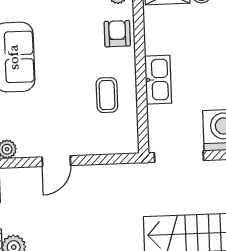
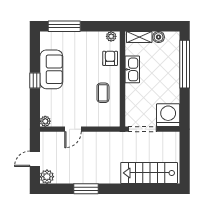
kitchen sink: (158, 80) -> (132, 69), moved

